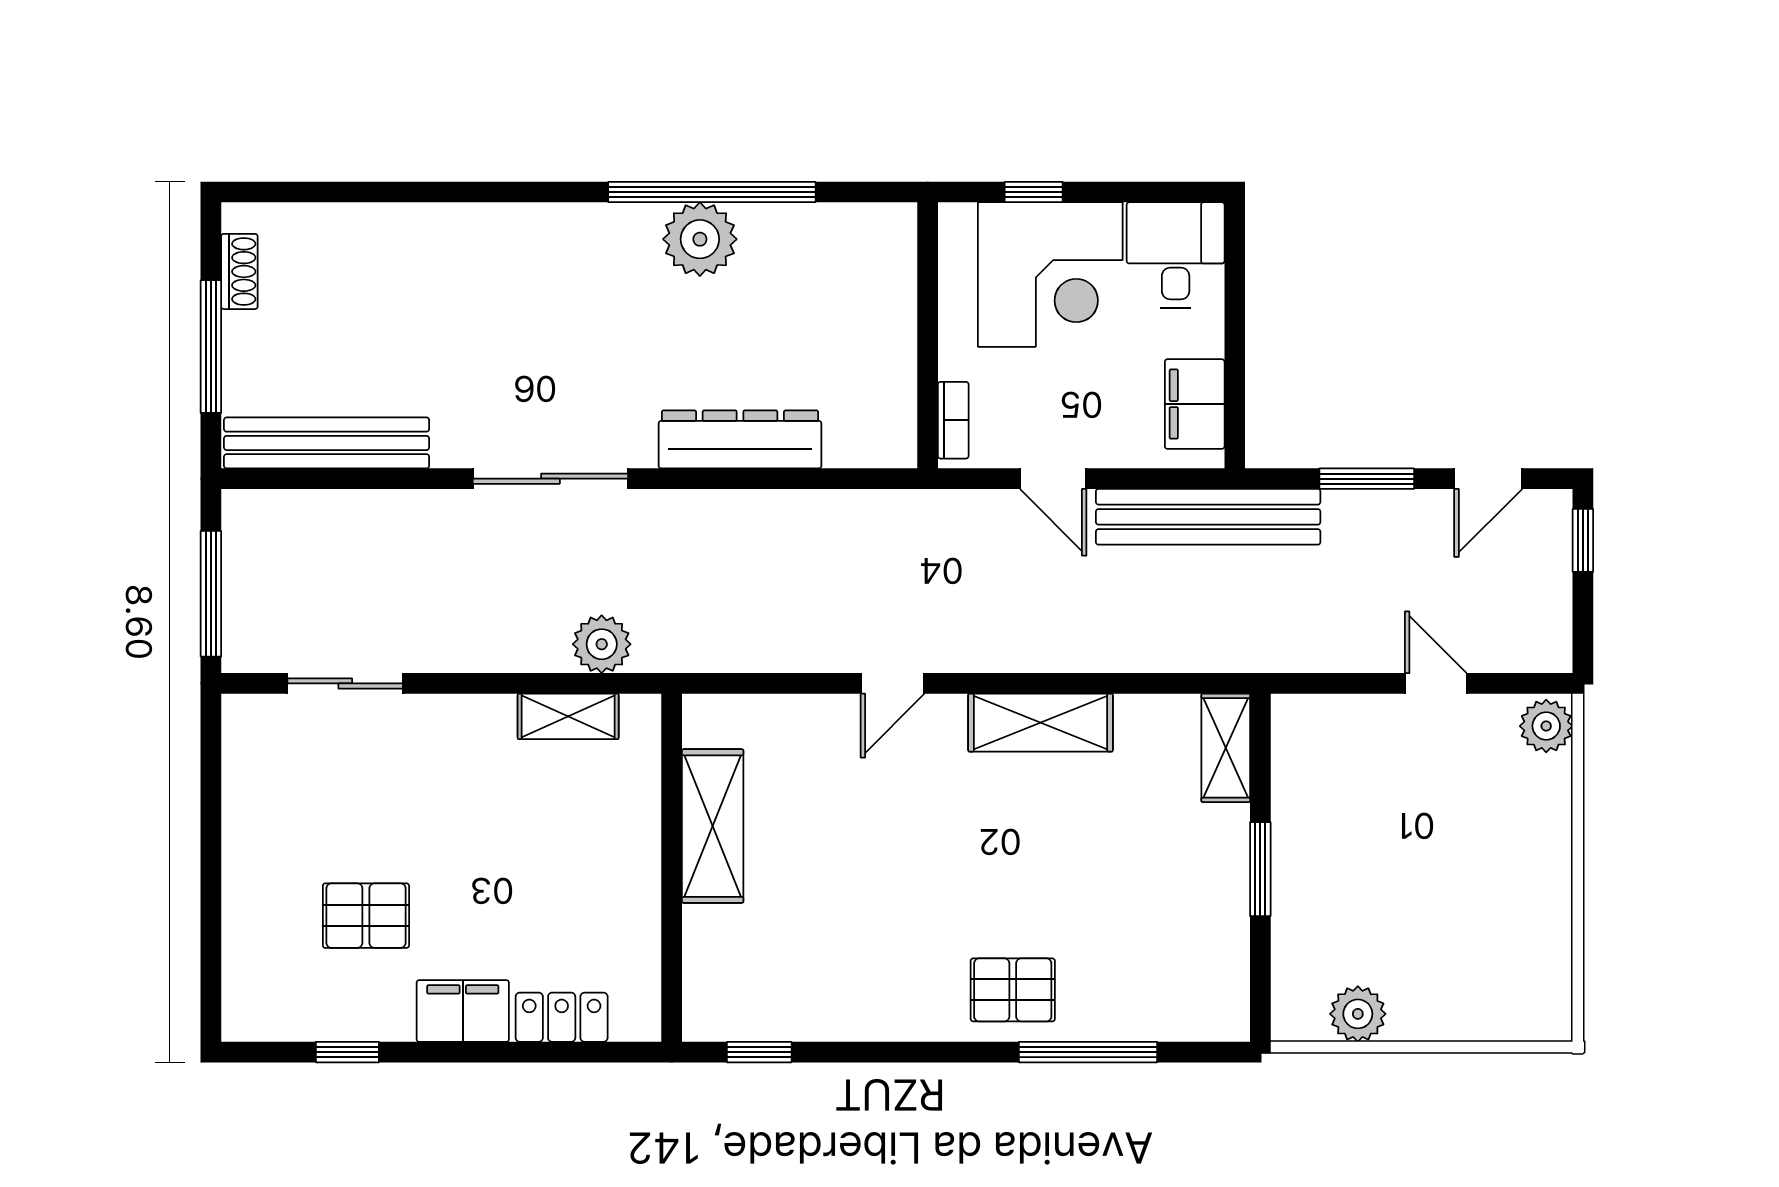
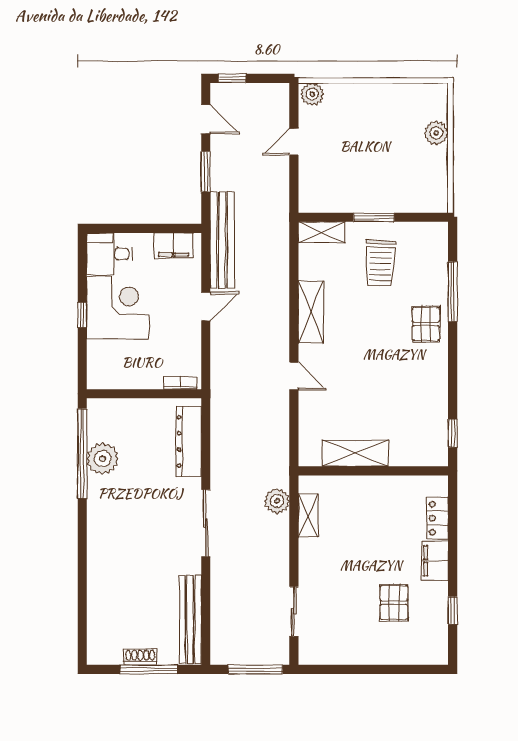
shoe rack: (239, 271) -> (140, 657), moved
wall: (928, 335) -> (144, 394), moved
bookcase: (953, 420) -> (180, 383), moved
trolley: (1154, 884) -> (380, 263), added
plant: (1358, 1014) -> (436, 133), moved

